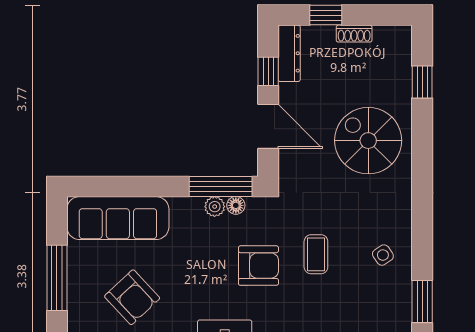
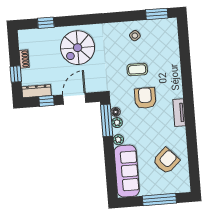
plant: (181, 206) -> (118, 140), added

